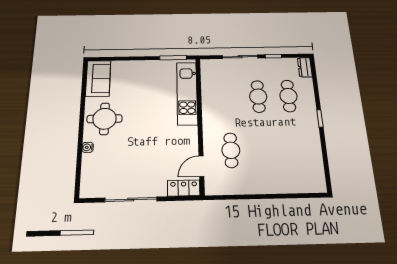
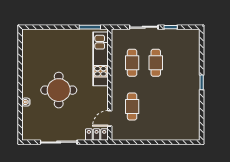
dresser: (305, 67) -> (195, 38), removed
sofa: (98, 78) -> (31, 45), removed
cafe table: (288, 96) -> (132, 63), moved
round table: (104, 119) -> (59, 90), moved, width x1.36, depth x1.36

